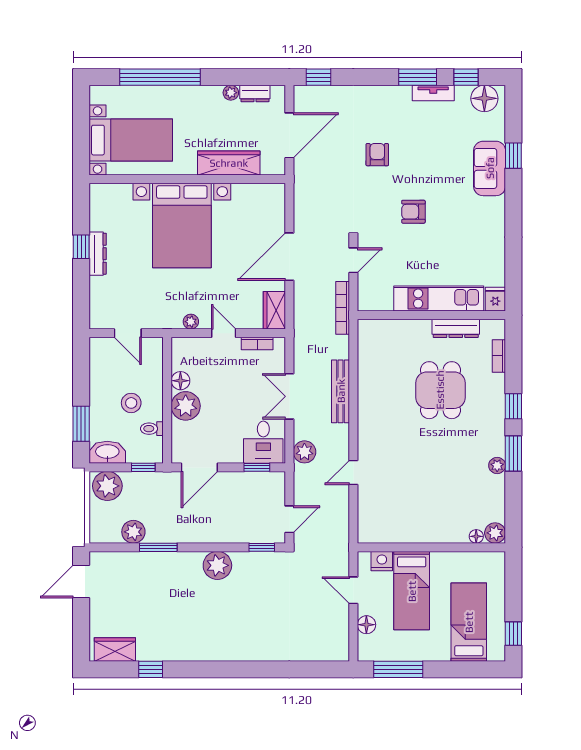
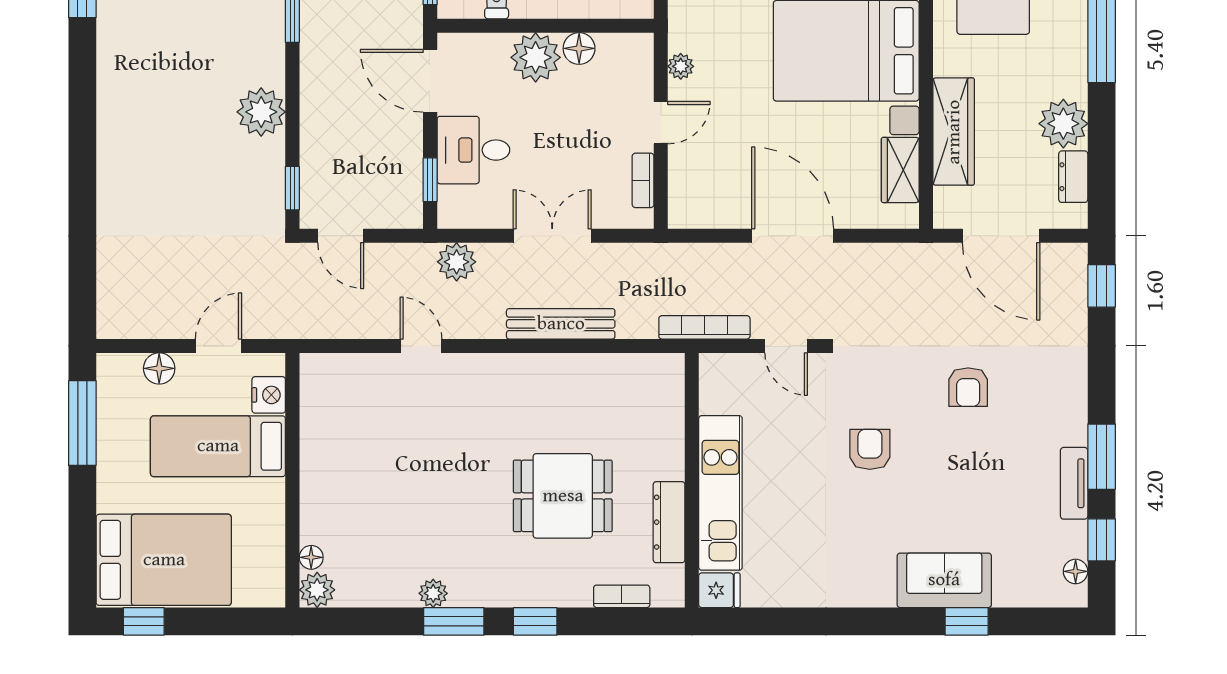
plant: (231, 93) -> (1063, 124), width x1.88, depth x1.88
floor lamp: (484, 98) -> (1076, 571), width x0.53, depth x0.53
armchair: (377, 155) -> (968, 387), turned 90
wardrobe: (274, 310) -> (900, 170), moved, turned -90
desk: (263, 442) -> (473, 150), moved
bed: (469, 622) -> (164, 560), width x1.50

